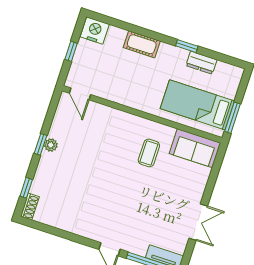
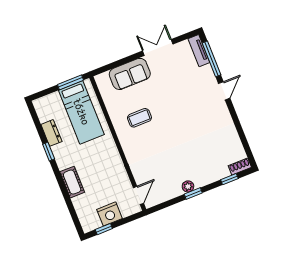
nightstand: (95, 30) -> (110, 214), moved, turned -90
window: (71, 51) -> (104, 229), moved
sofa: (195, 148) -> (130, 74), moved, turned 90

